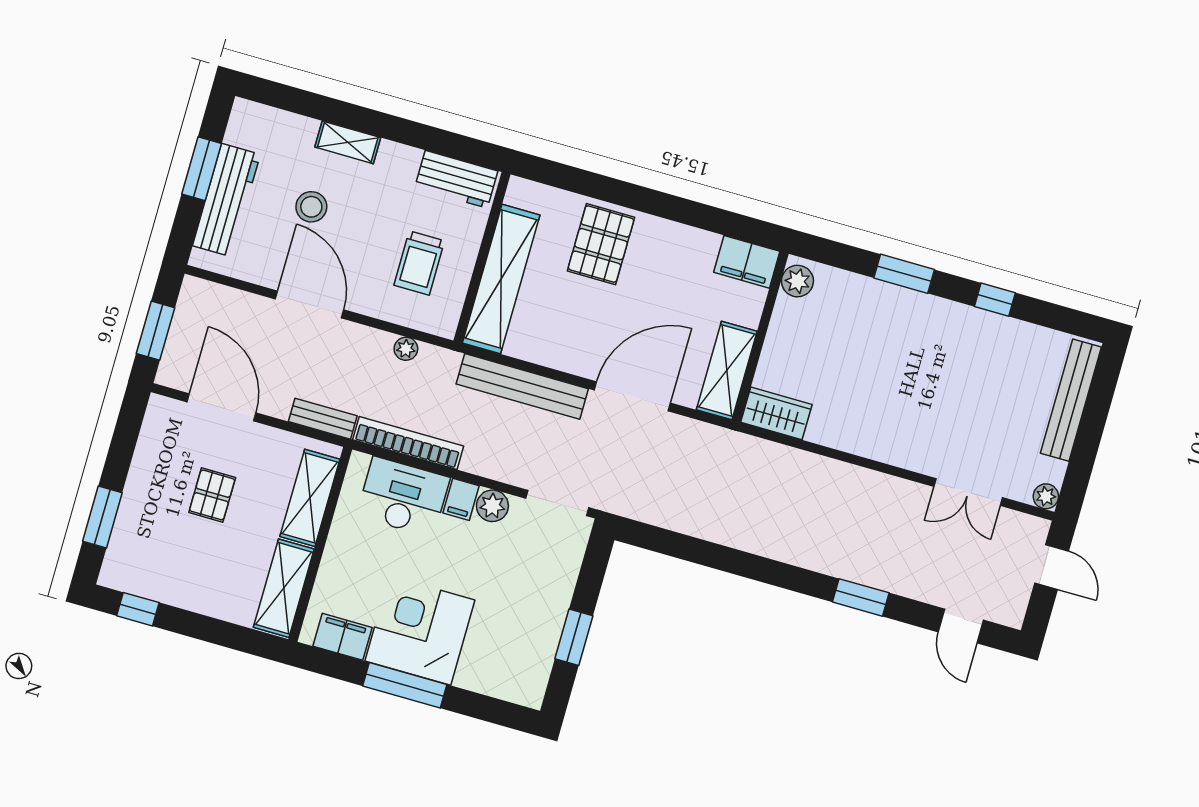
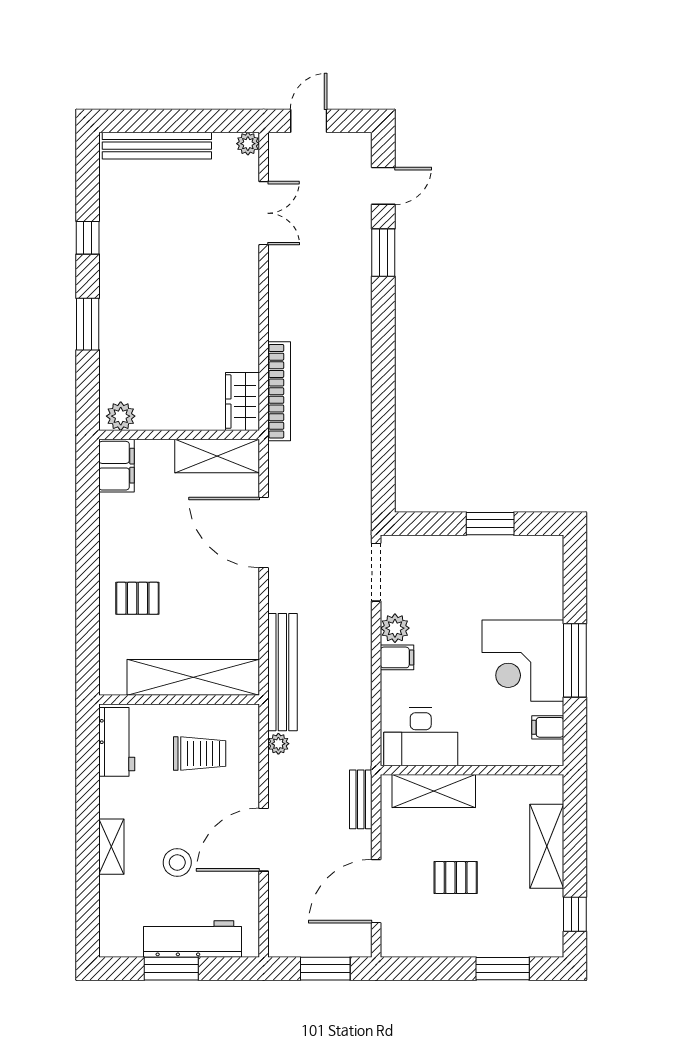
pallet: (601, 244) -> (137, 598), width x0.67, depth x0.71
bench: (522, 386) -> (282, 672), moved
bookcase: (408, 443) -> (279, 391), moved, turned 180
desk: (403, 497) -> (421, 737), moved, turned -90
shelving: (284, 588) -> (547, 846), moved, turned 90
window: (861, 597) -> (383, 253), moved
filing cabinet: (342, 637) -> (548, 727), width x0.50

